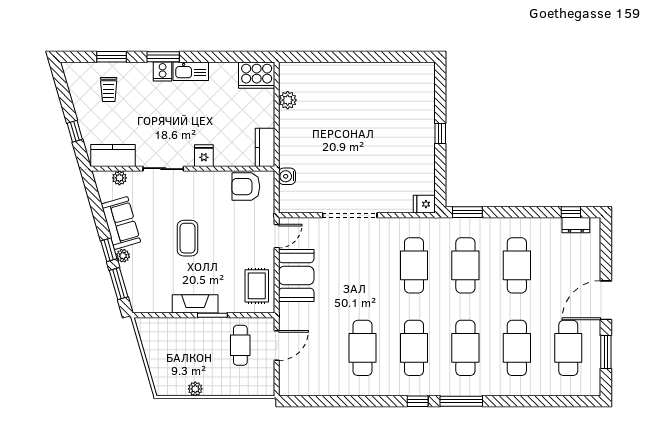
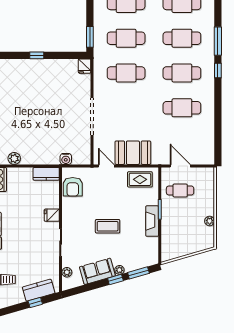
kitchen counter: (113, 155) -> (39, 290), moved, turned 74

